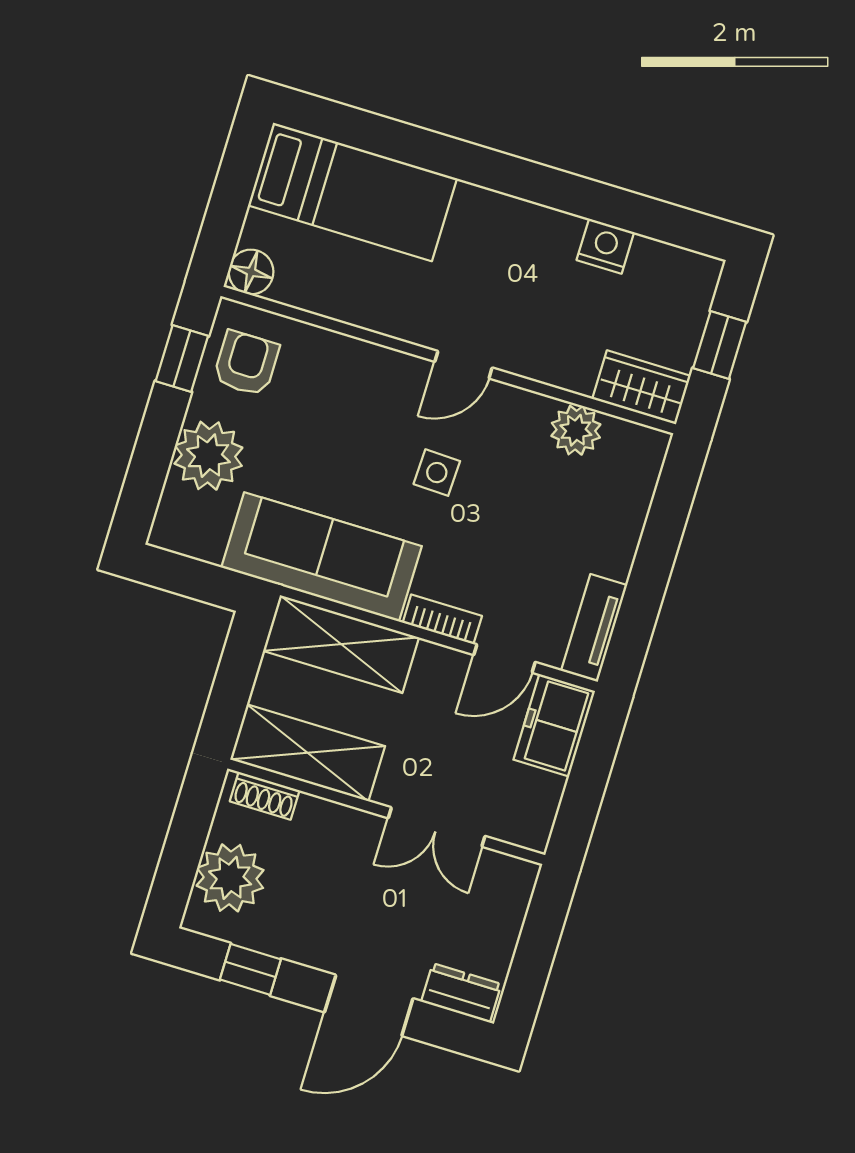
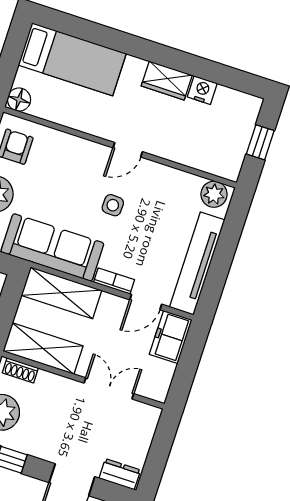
wardrobe: (642, 387) -> (167, 80), moved, turned 180
plant: (576, 430) -> (214, 194), moved
tv unit: (594, 628) -> (197, 263), width x1.92, depth x1.29
double door: (437, 827) -> (109, 388), swing flipped

